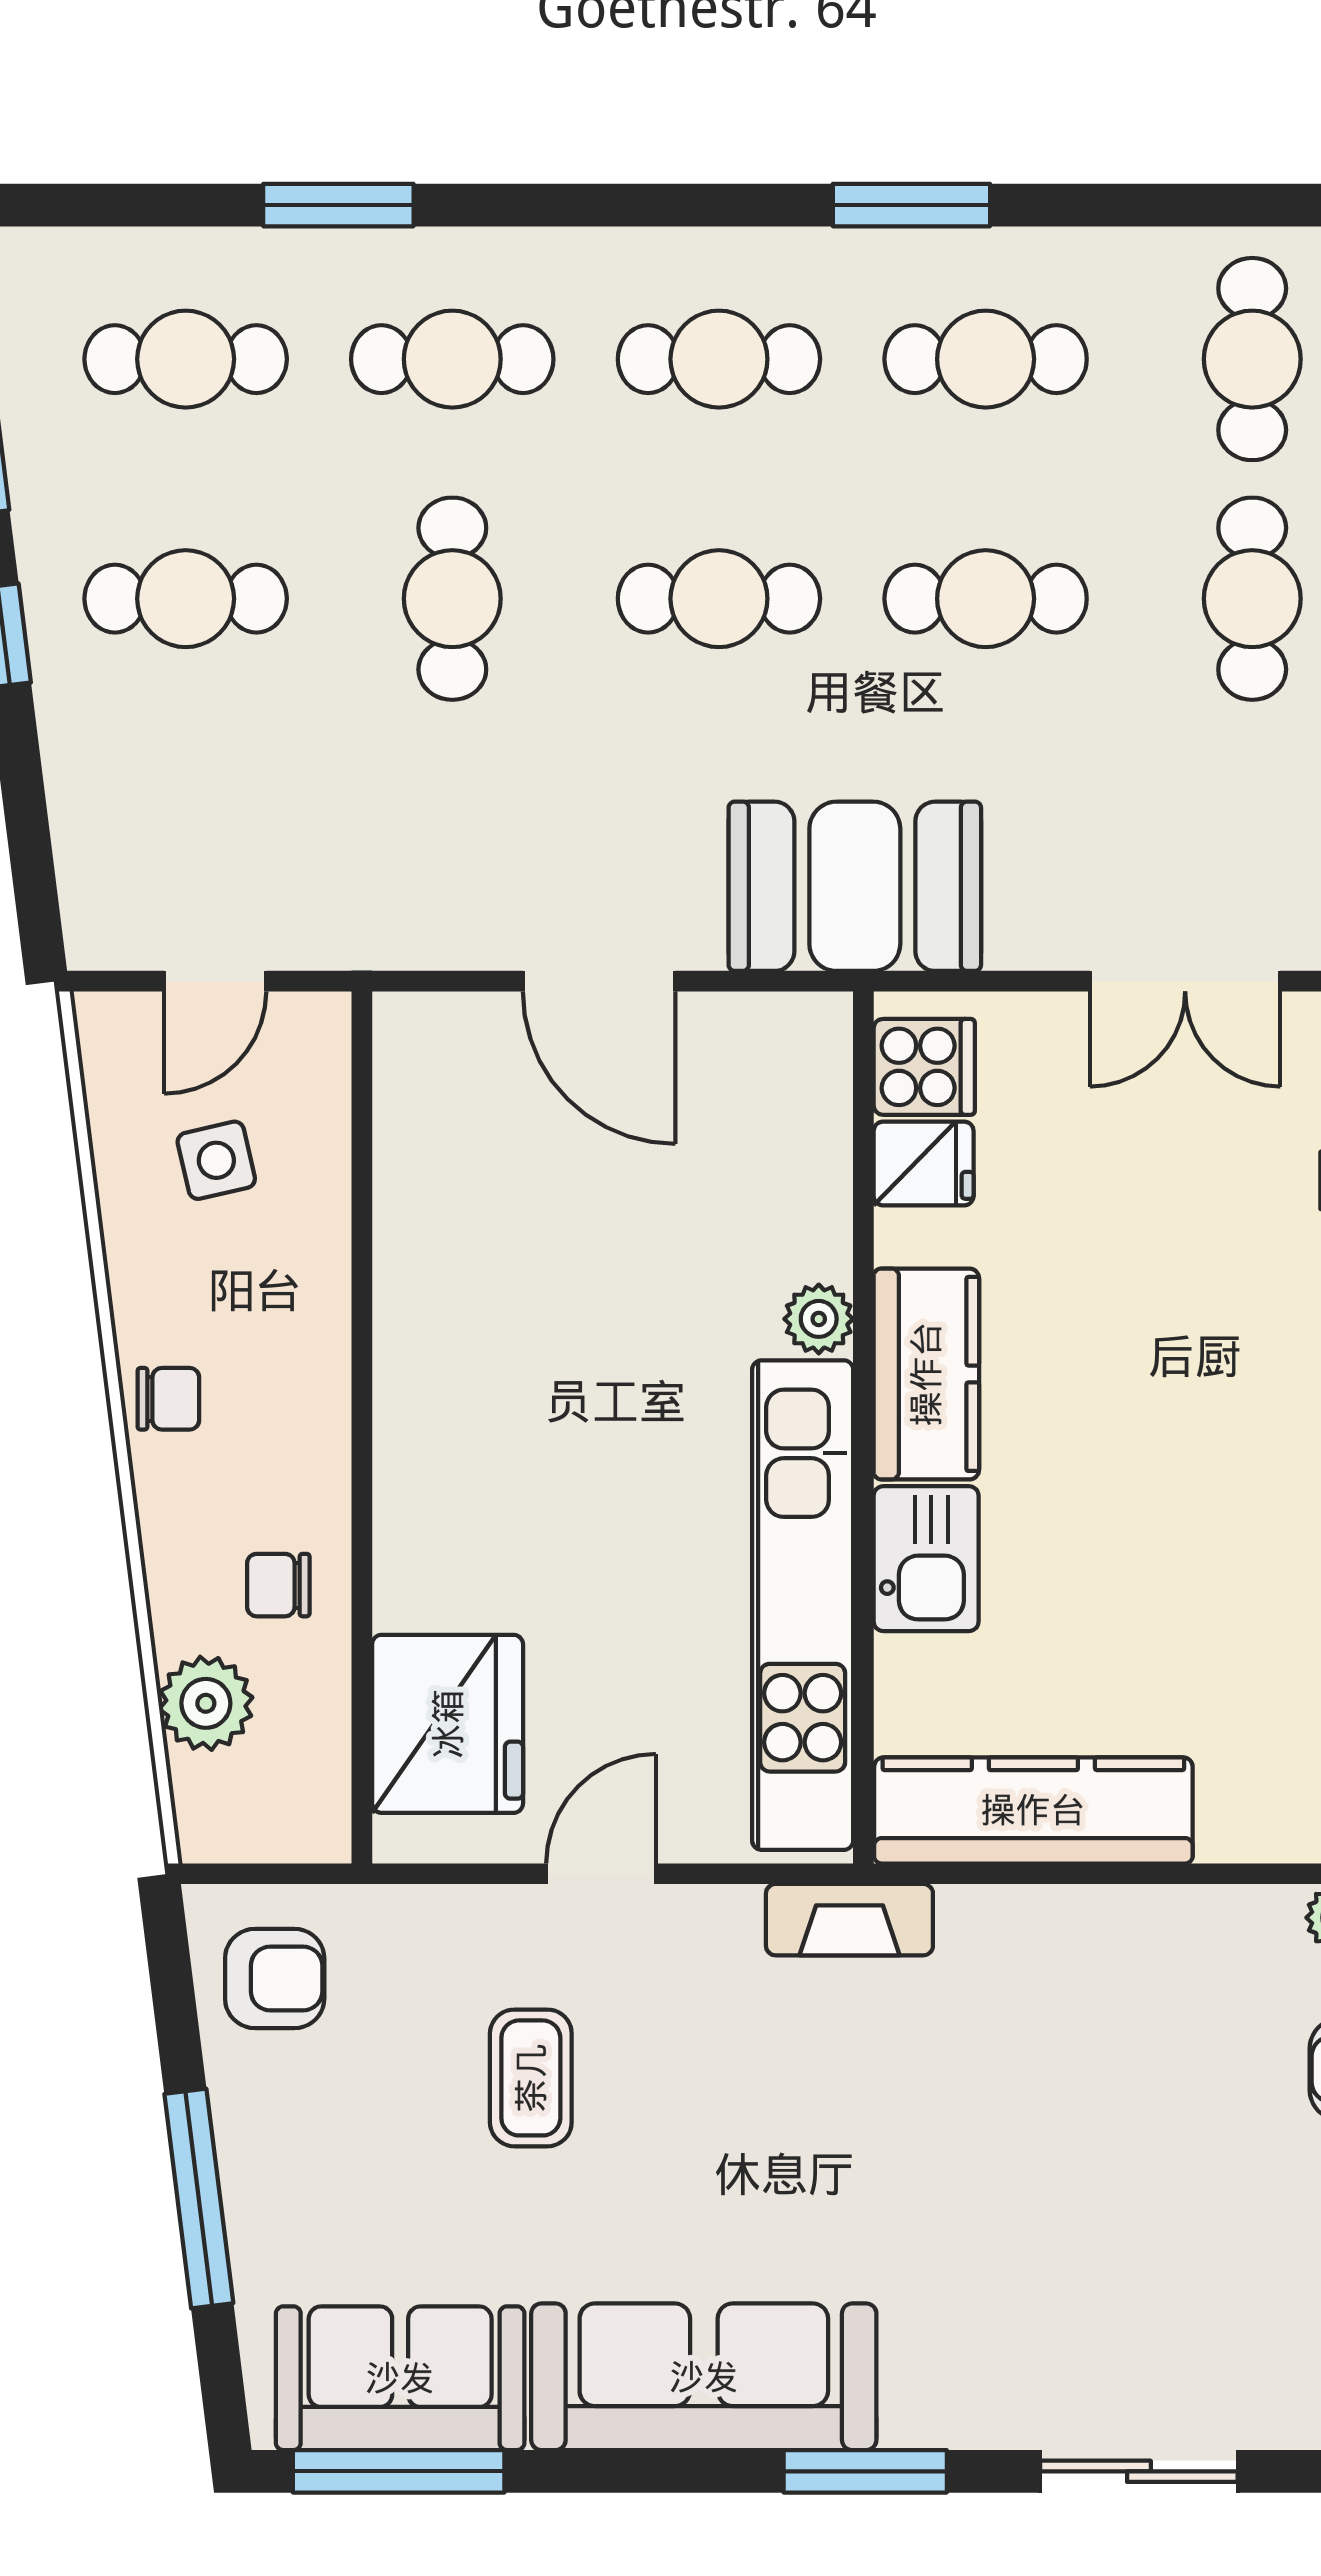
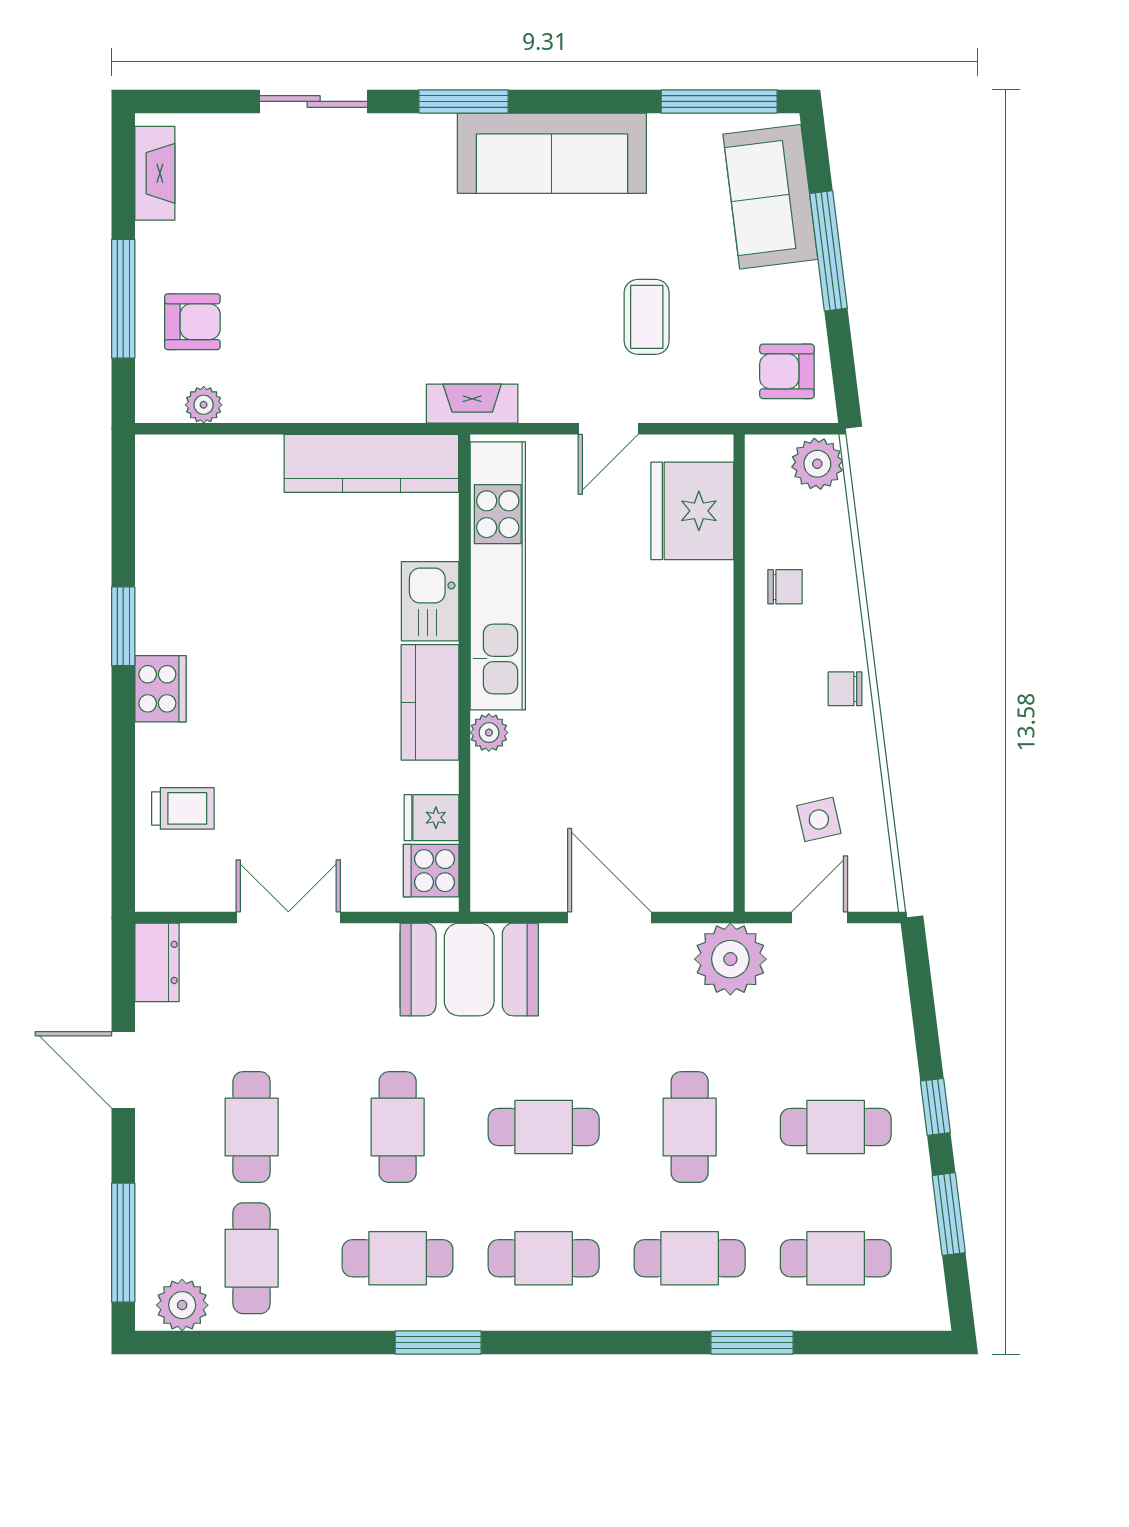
cafe table: (986, 599) -> (398, 1127), turned 90
plant: (378, 905) -> (730, 959), added
plant: (206, 1703) -> (817, 464), moved
sofa: (400, 2378) -> (770, 197), moved, turned 83

